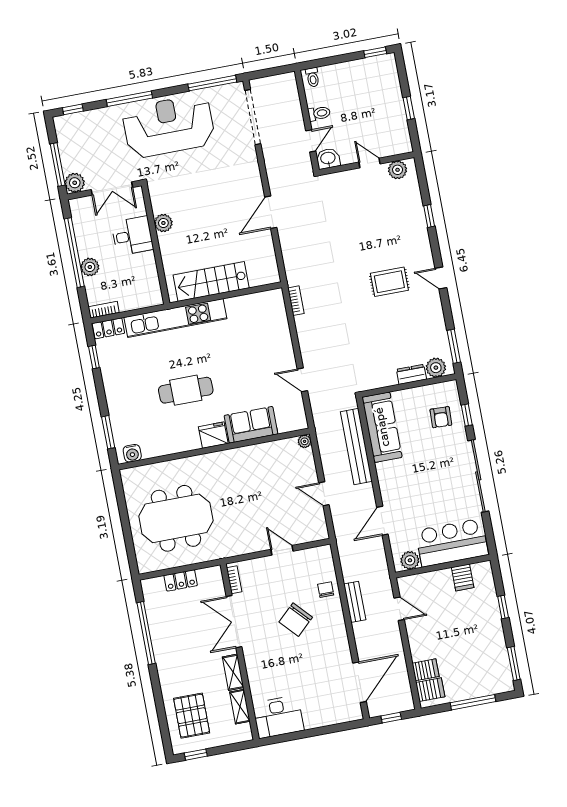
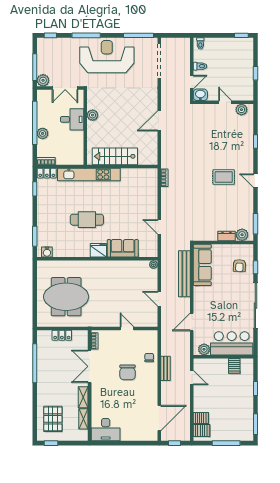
chair: (296, 620) -> (127, 372), turned -47

